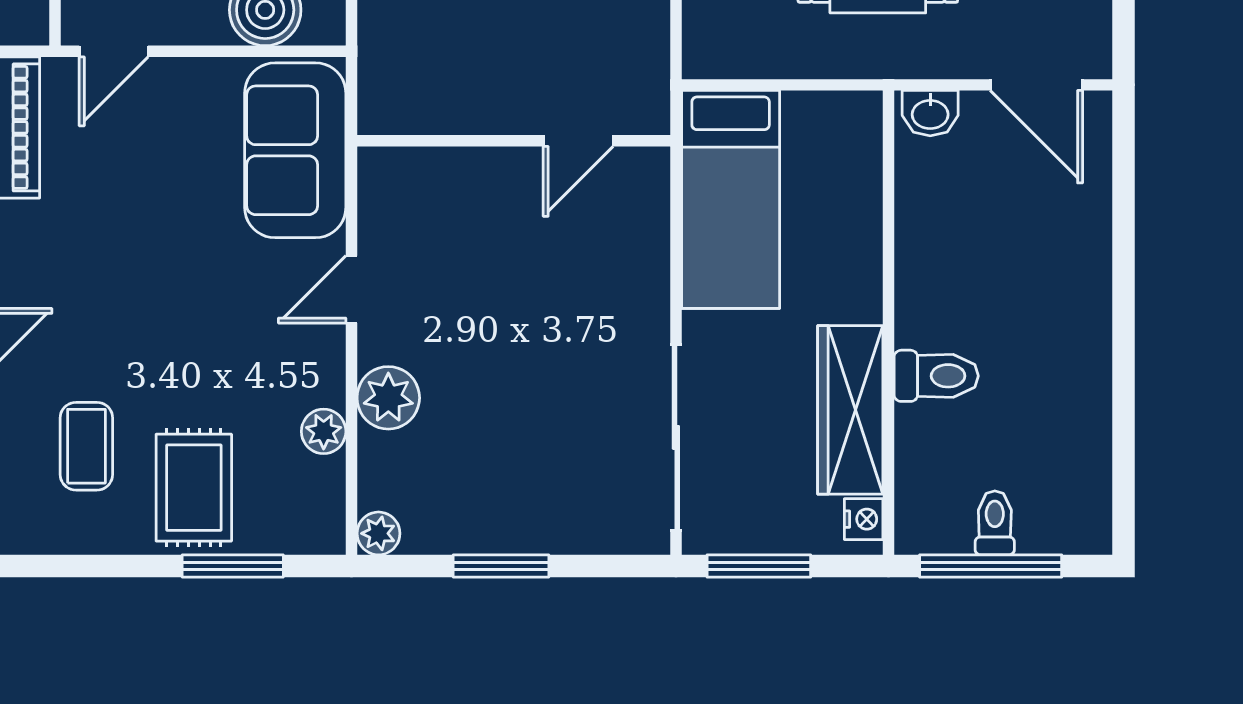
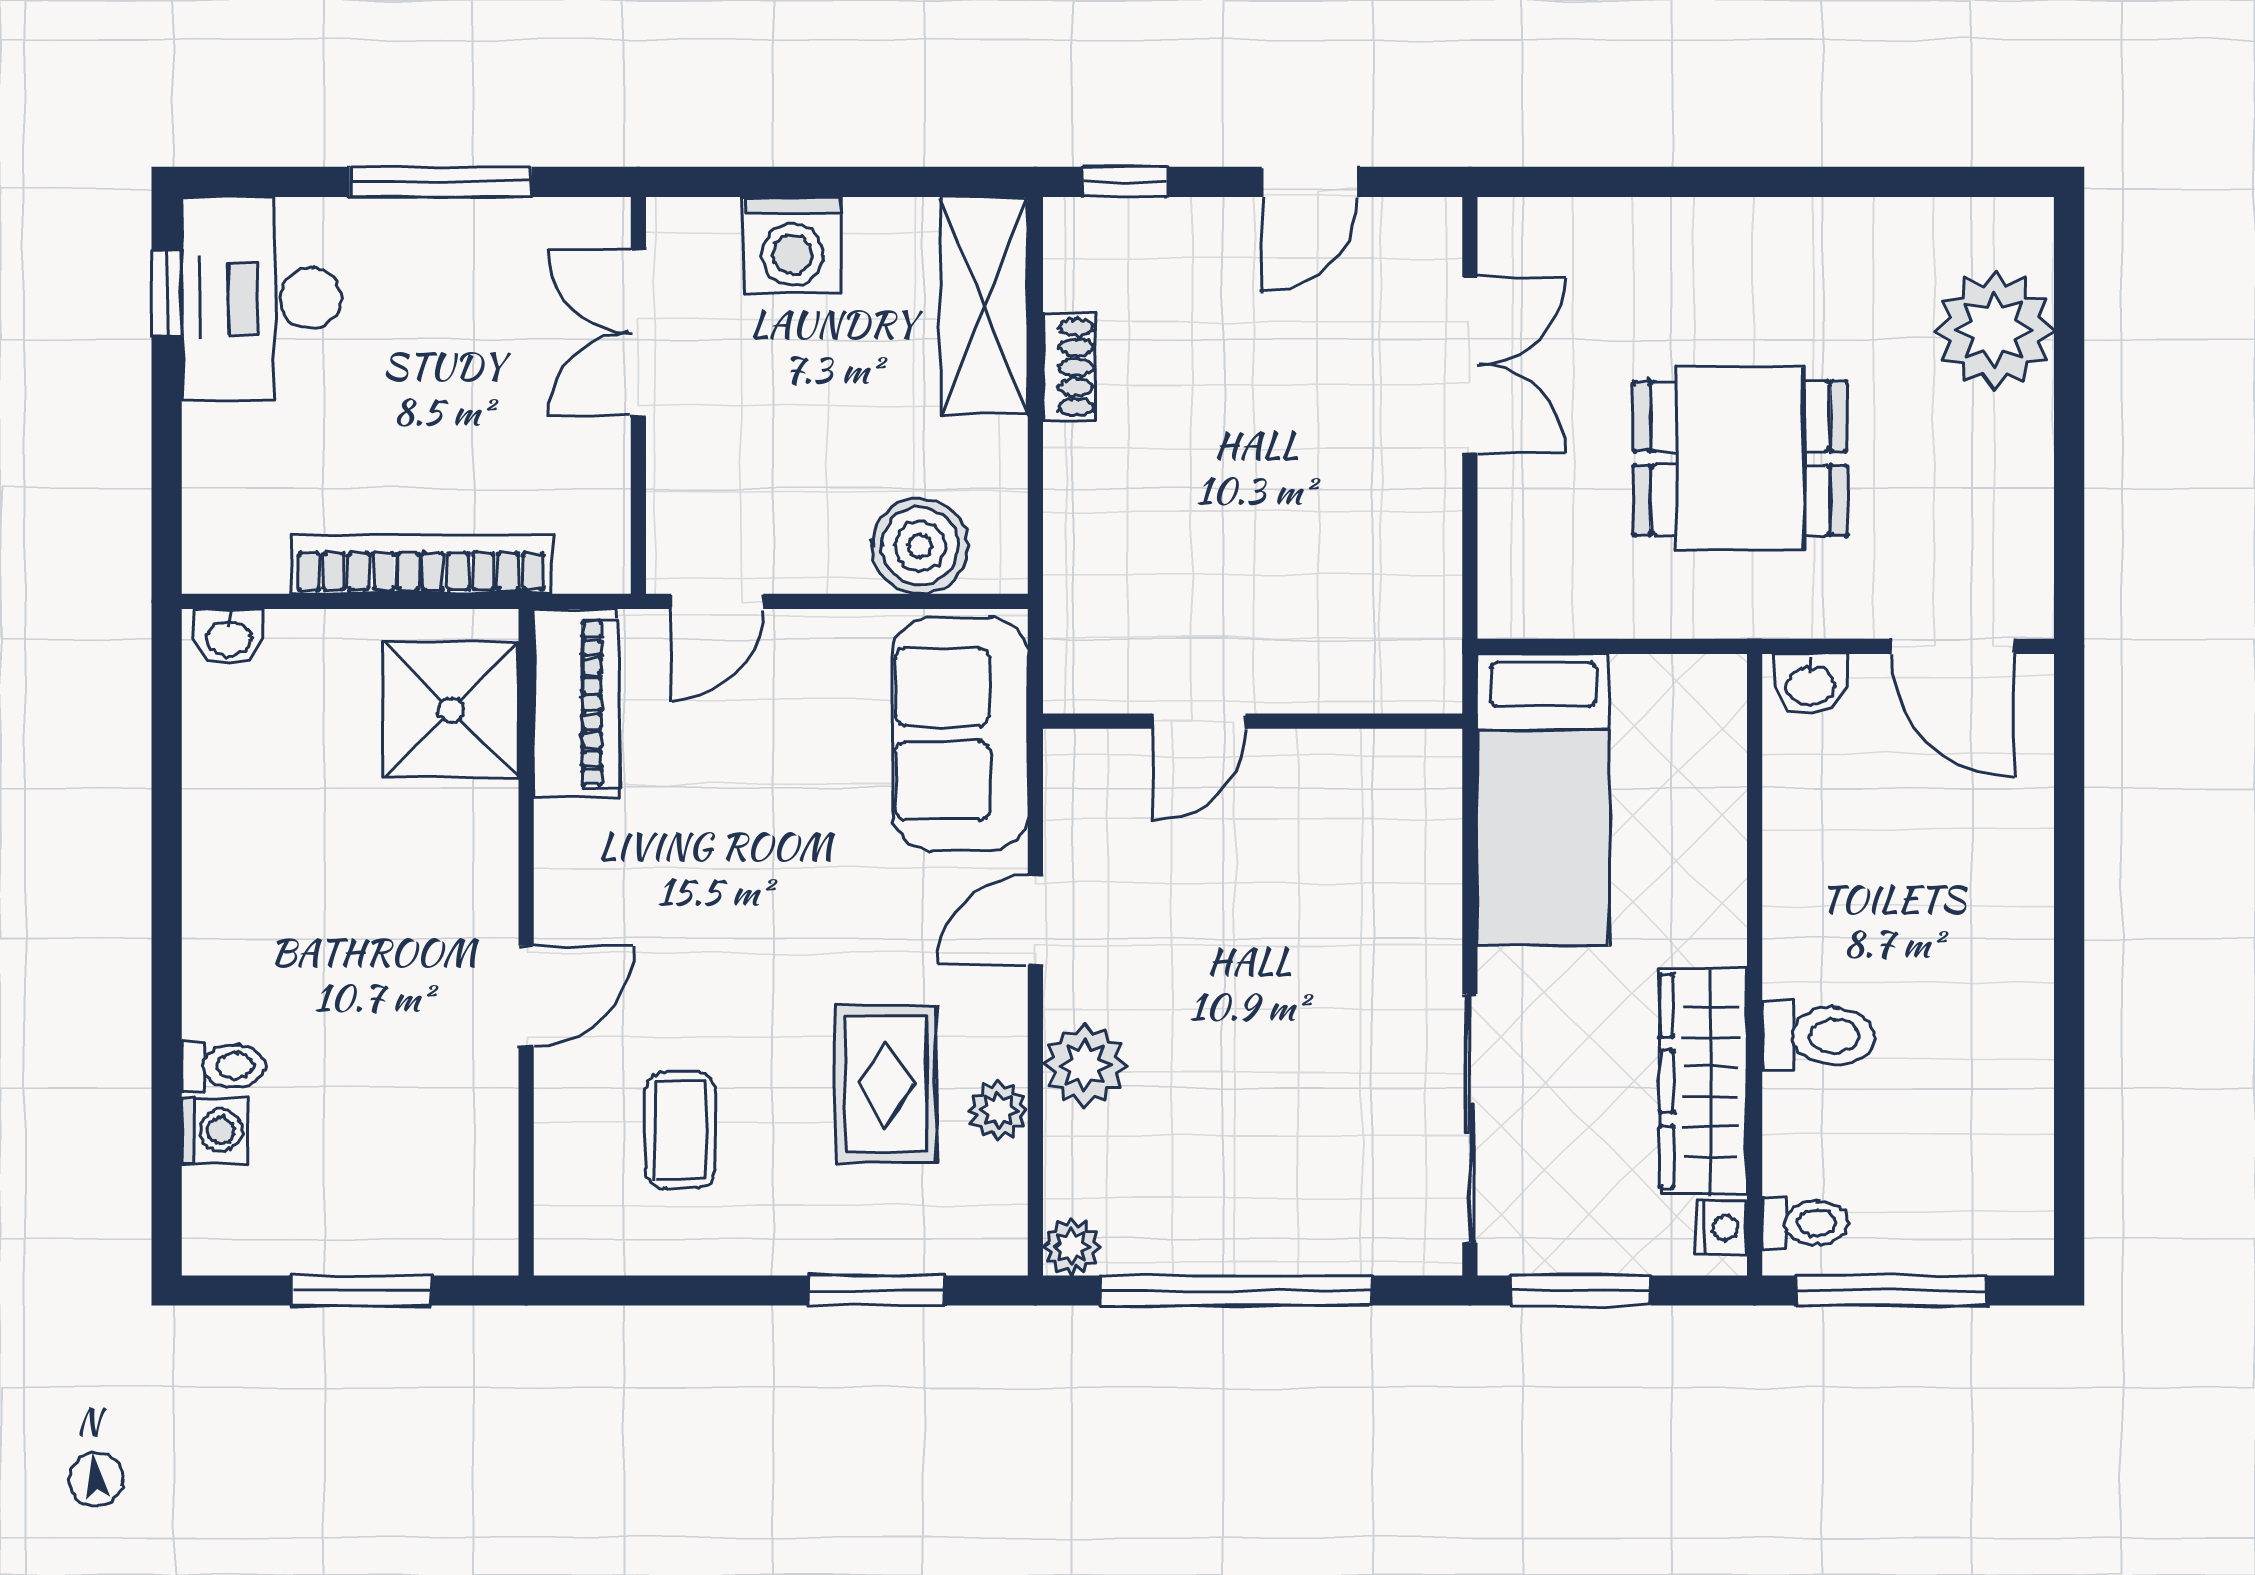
door: (578, 141) -> (1199, 721), moved
rug: (194, 488) -> (886, 1084), moved
toilet: (995, 523) -> (1805, 1223), moved, turned 90
window: (501, 566) -> (1236, 1290), width x2.11

